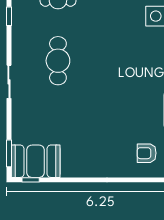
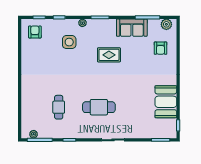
rug: (137, 76) -> (109, 55), added
booth: (36, 161) -> (166, 102), moved

